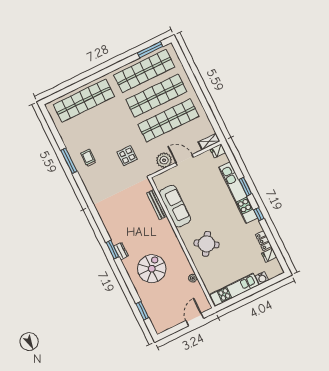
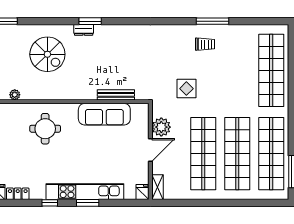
round table: (207, 244) -> (45, 129), turned -32

